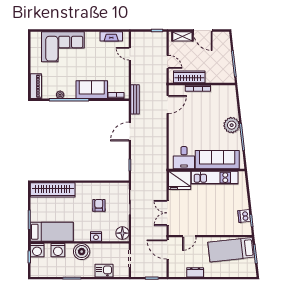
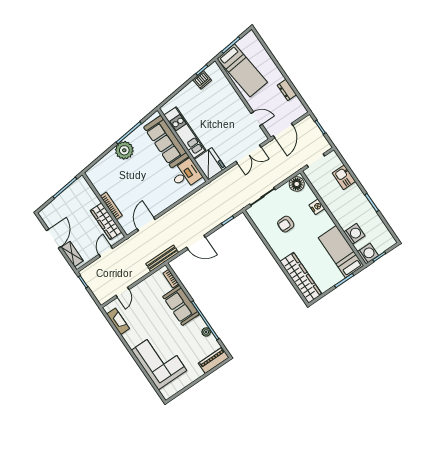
door: (168, 105) -> (146, 224), hinge flipped
boiler: (82, 252) -> (340, 211), removed

